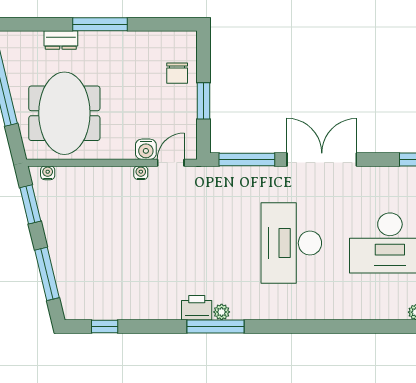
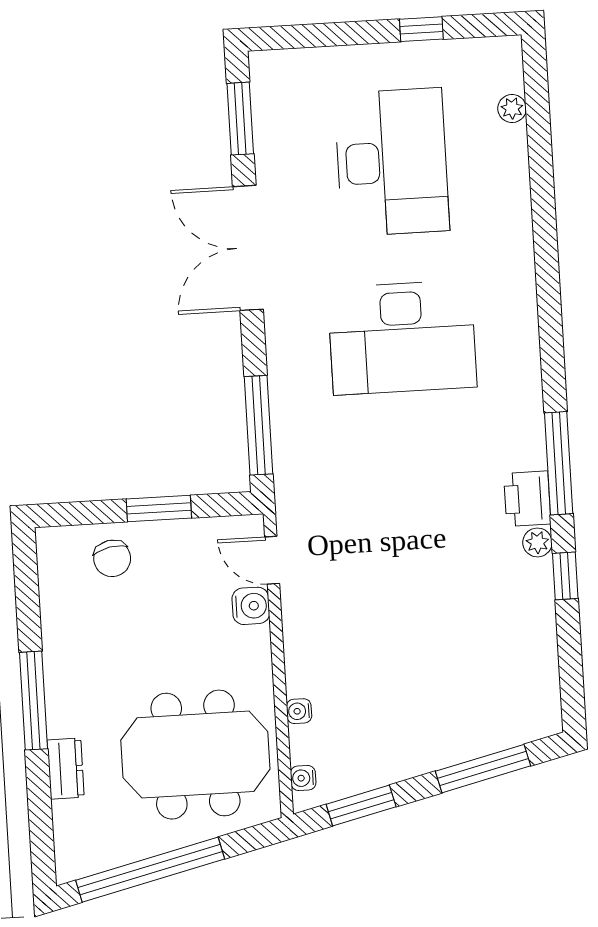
chair: (177, 73) -> (112, 558), turned 79
double door: (322, 160) -> (248, 248), moved
water cooler: (141, 173) -> (299, 711), moved
plant: (222, 312) -> (537, 542), moved
window: (105, 326) -> (565, 576), moved

